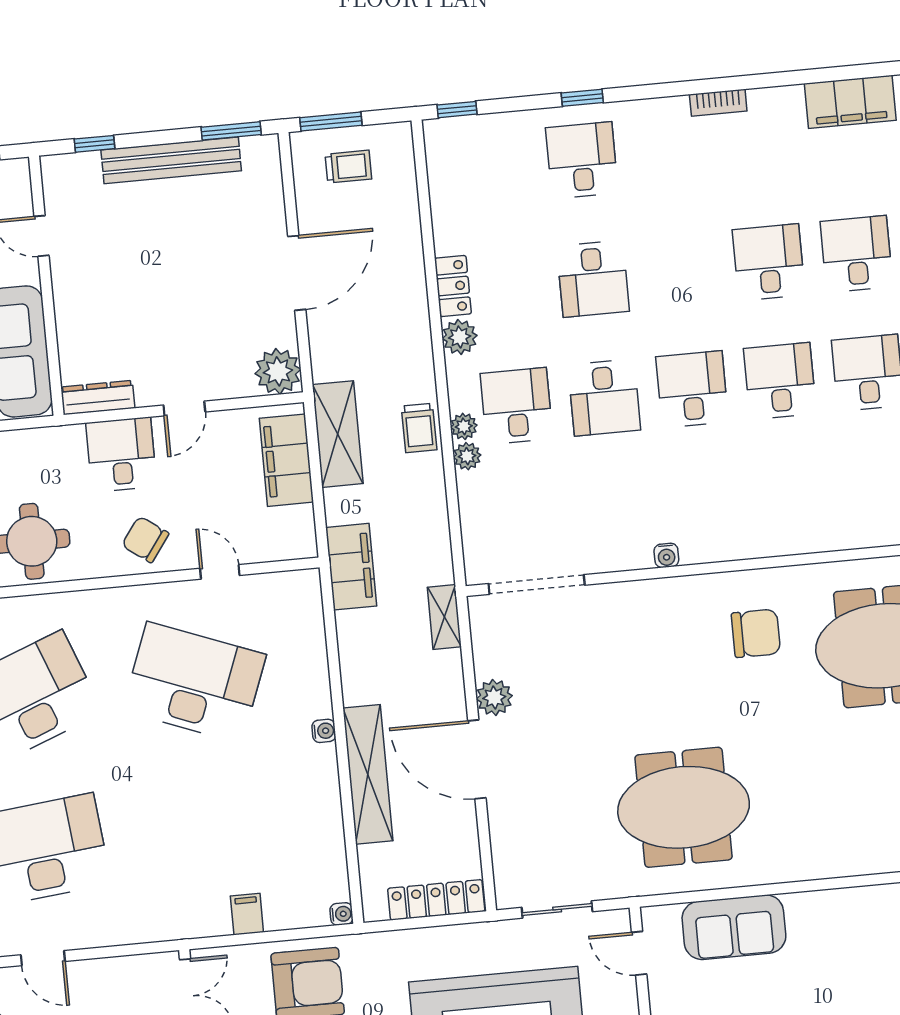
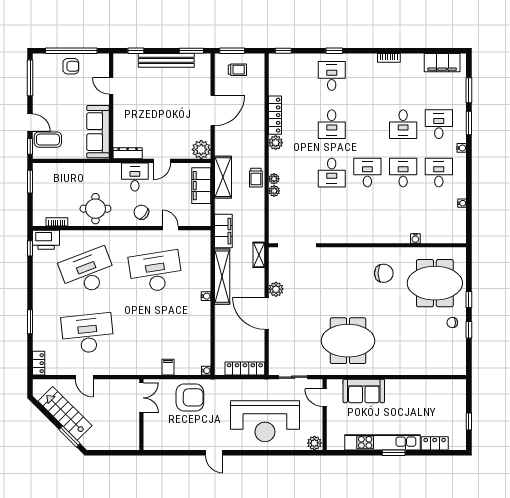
desk: (769, 262) -> (403, 124), turned 180
locker: (453, 286) -> (275, 115), width x1.53
desk: (516, 406) -> (296, 173), removed
water cooler: (666, 555) -> (415, 238), moved
desk: (194, 682) -> (156, 272), turned -30
shelving: (368, 774) -> (222, 277), moved

